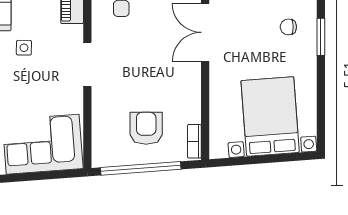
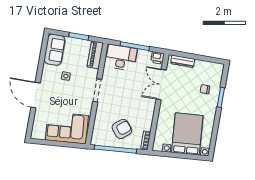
armchair: (146, 128) -> (122, 129), turned 51

